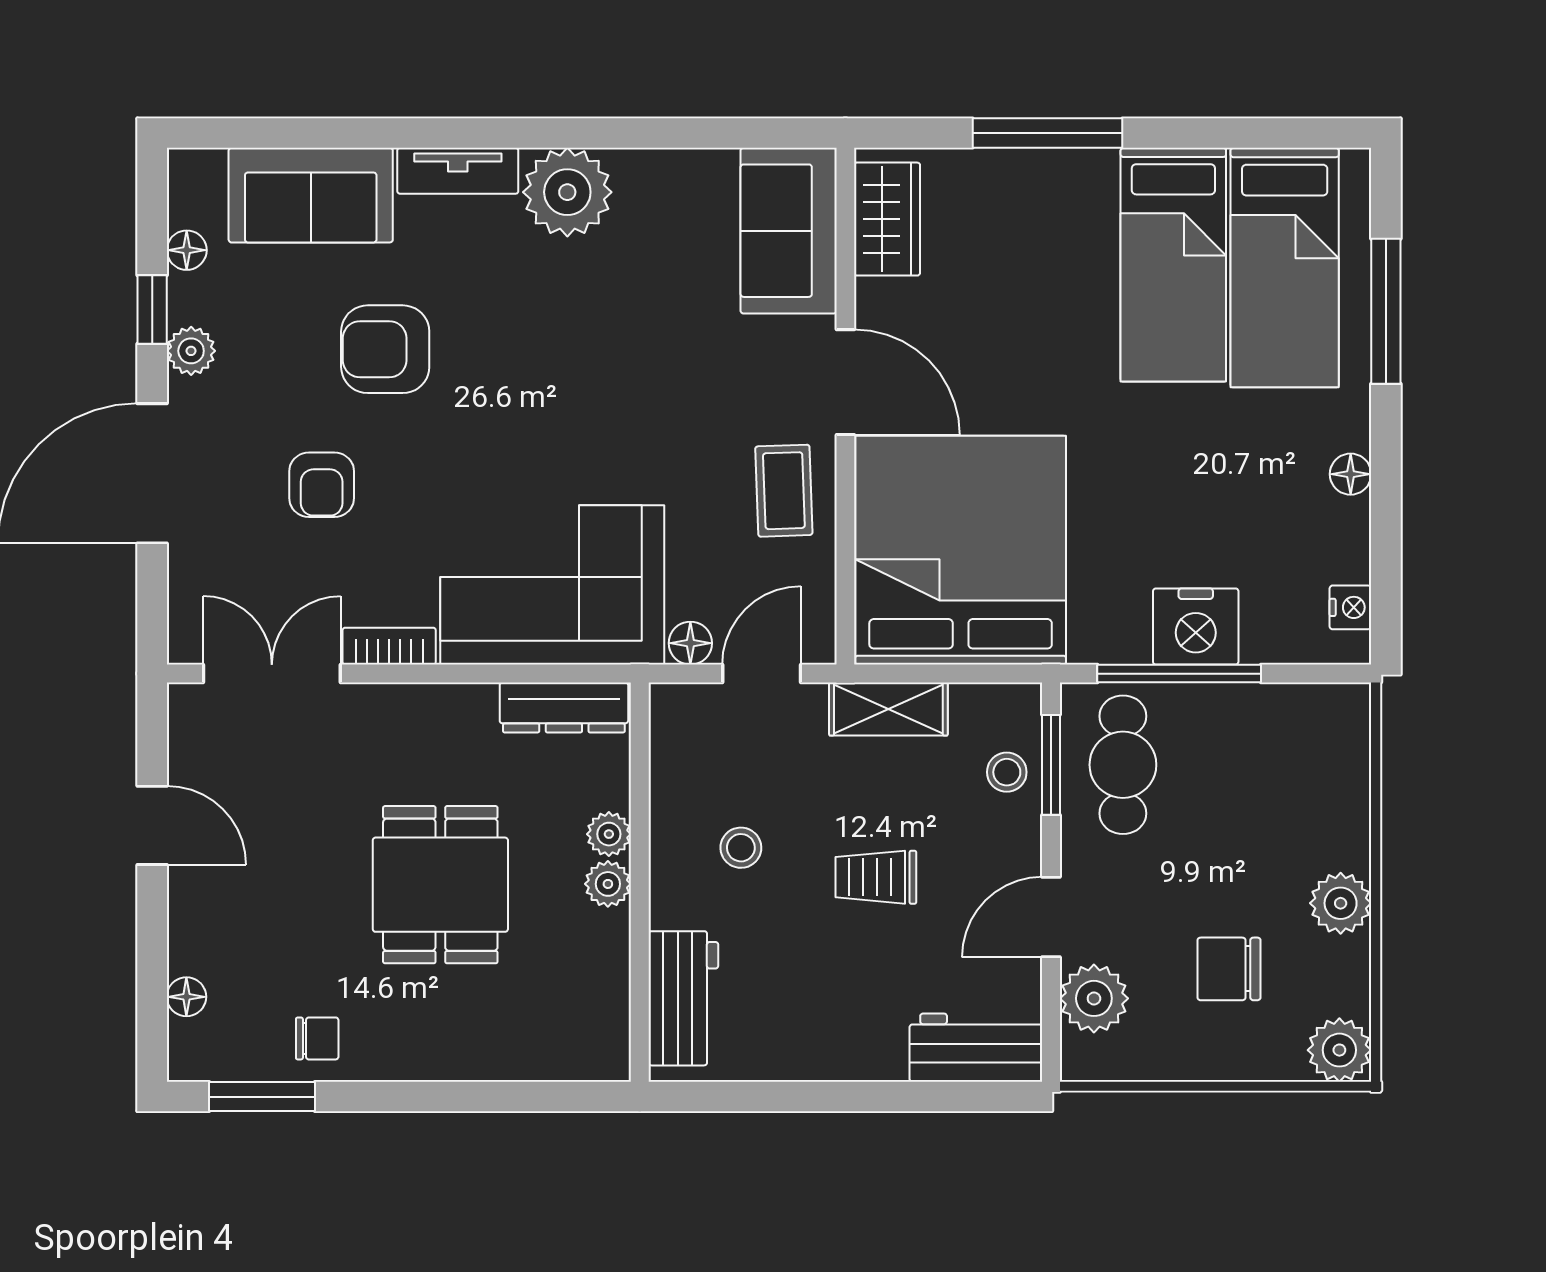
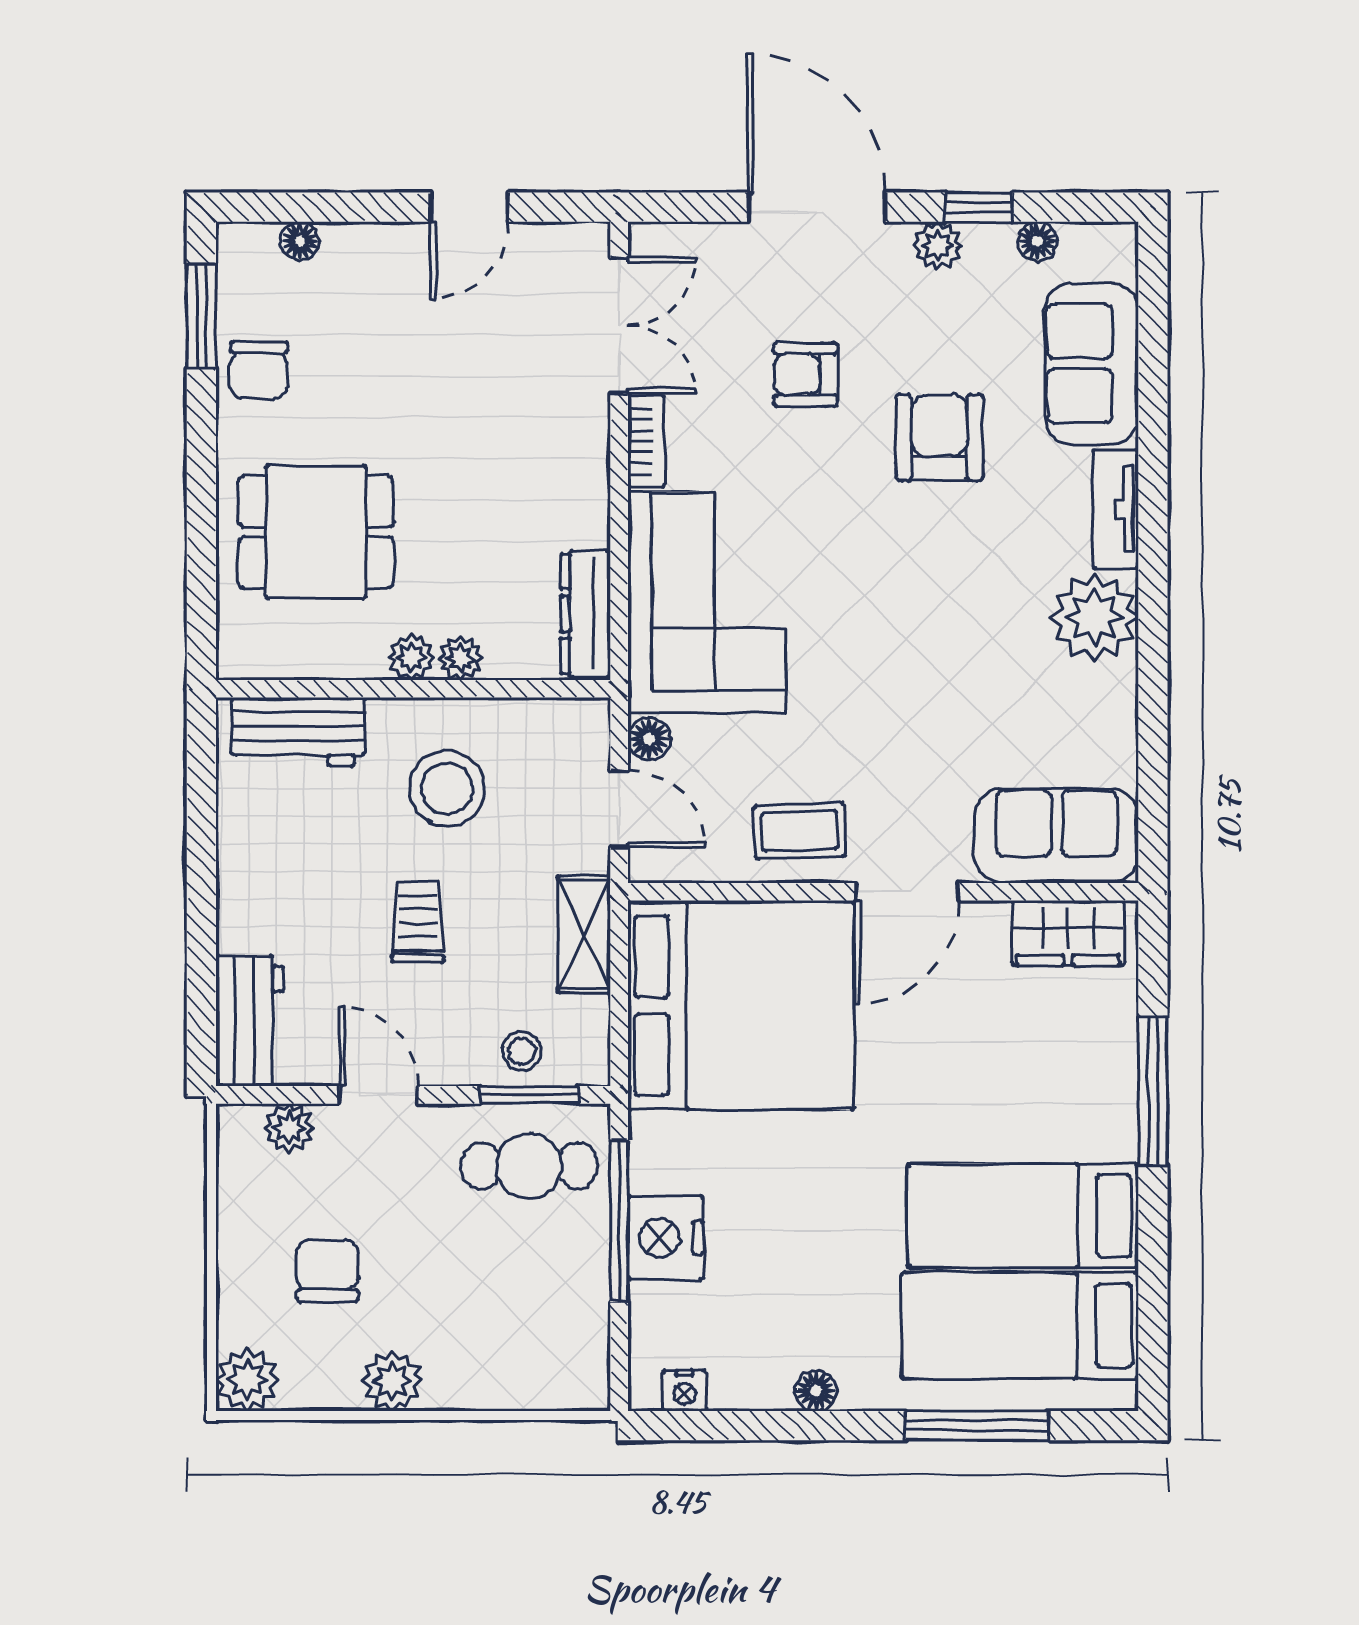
stool: (741, 848) -> (447, 789), width x1.89, depth x1.89
dining table: (440, 885) -> (316, 532), moved
plant: (1094, 998) -> (289, 1128), width x0.73, depth x0.73
chair: (317, 1038) -> (259, 370), width x1.37, depth x1.37

